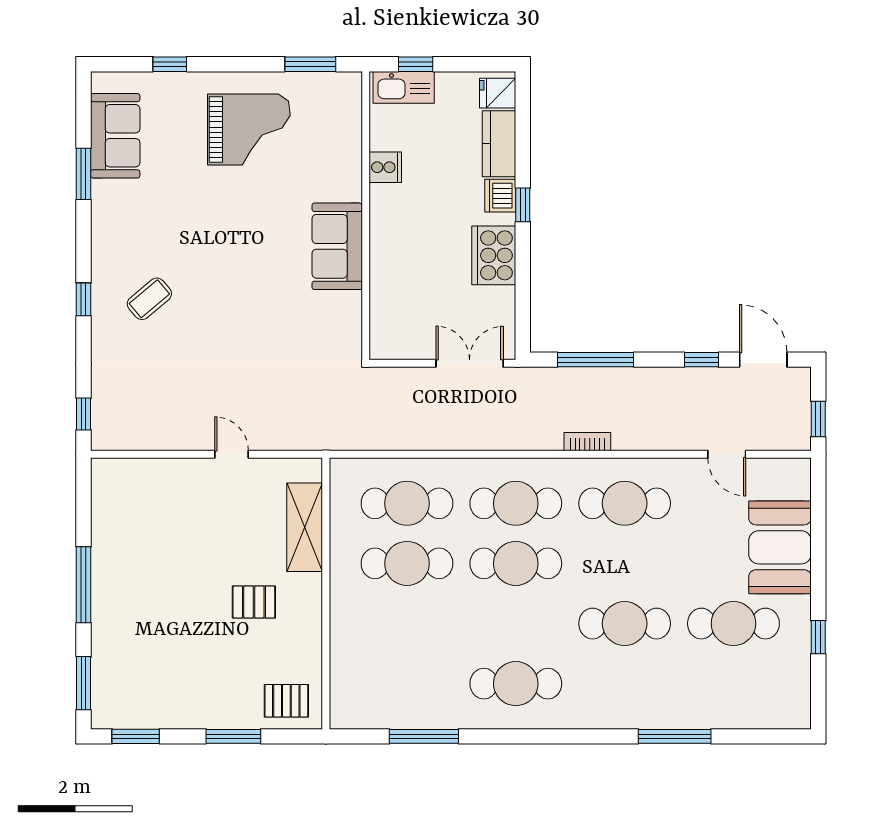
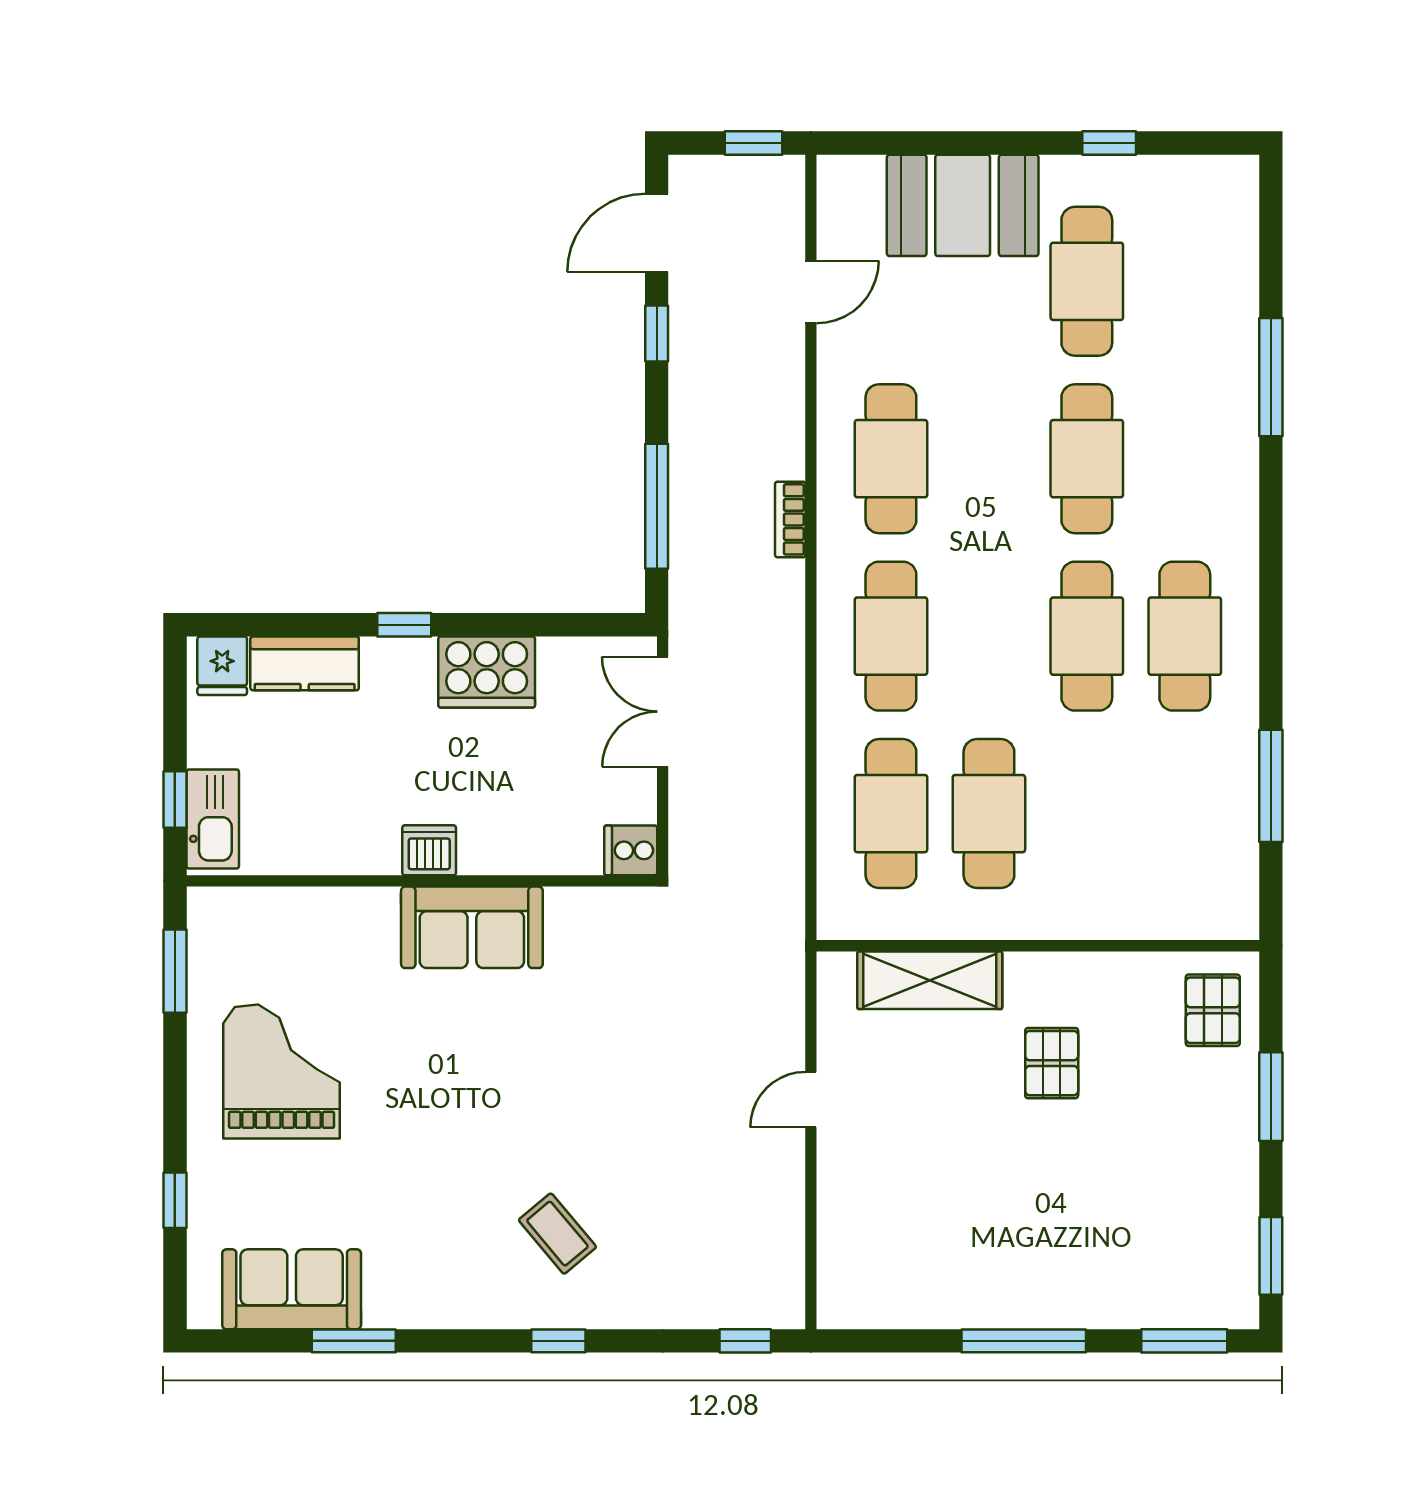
cooker: (385, 167) -> (631, 850), moved, turned -90
dishwasher: (500, 196) -> (429, 850), moved, turned 180
cafe table: (516, 563) -> (1087, 636), moved

